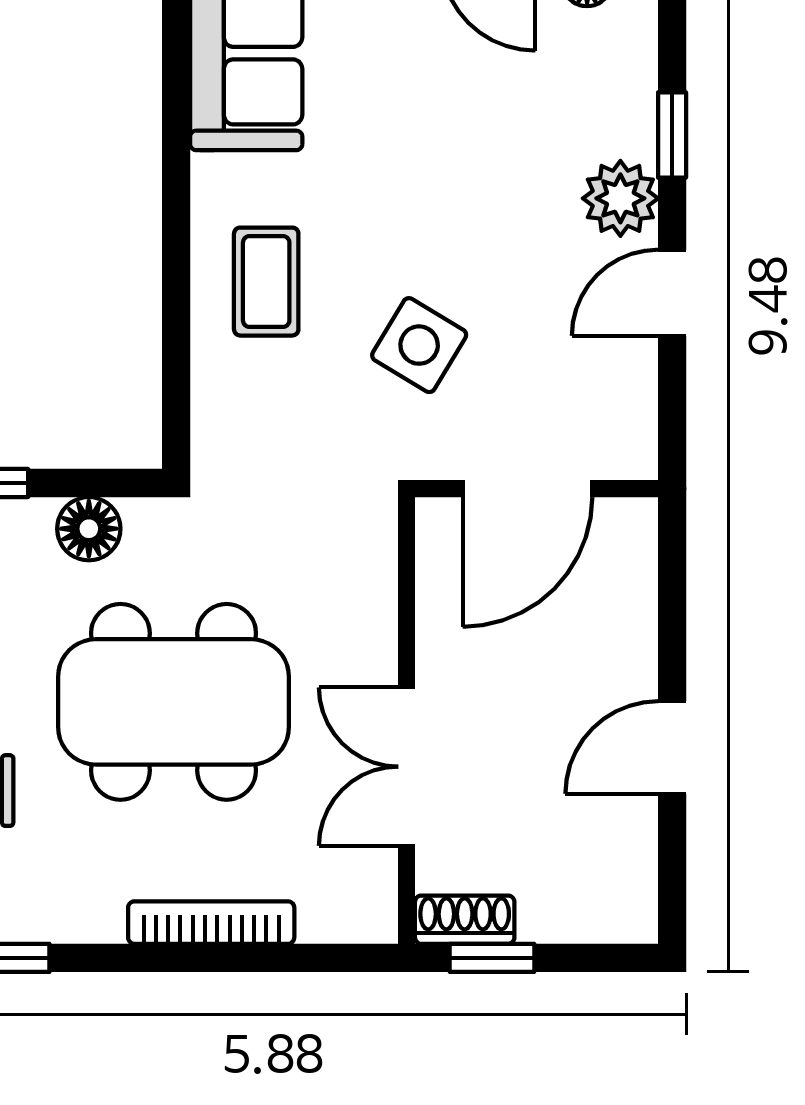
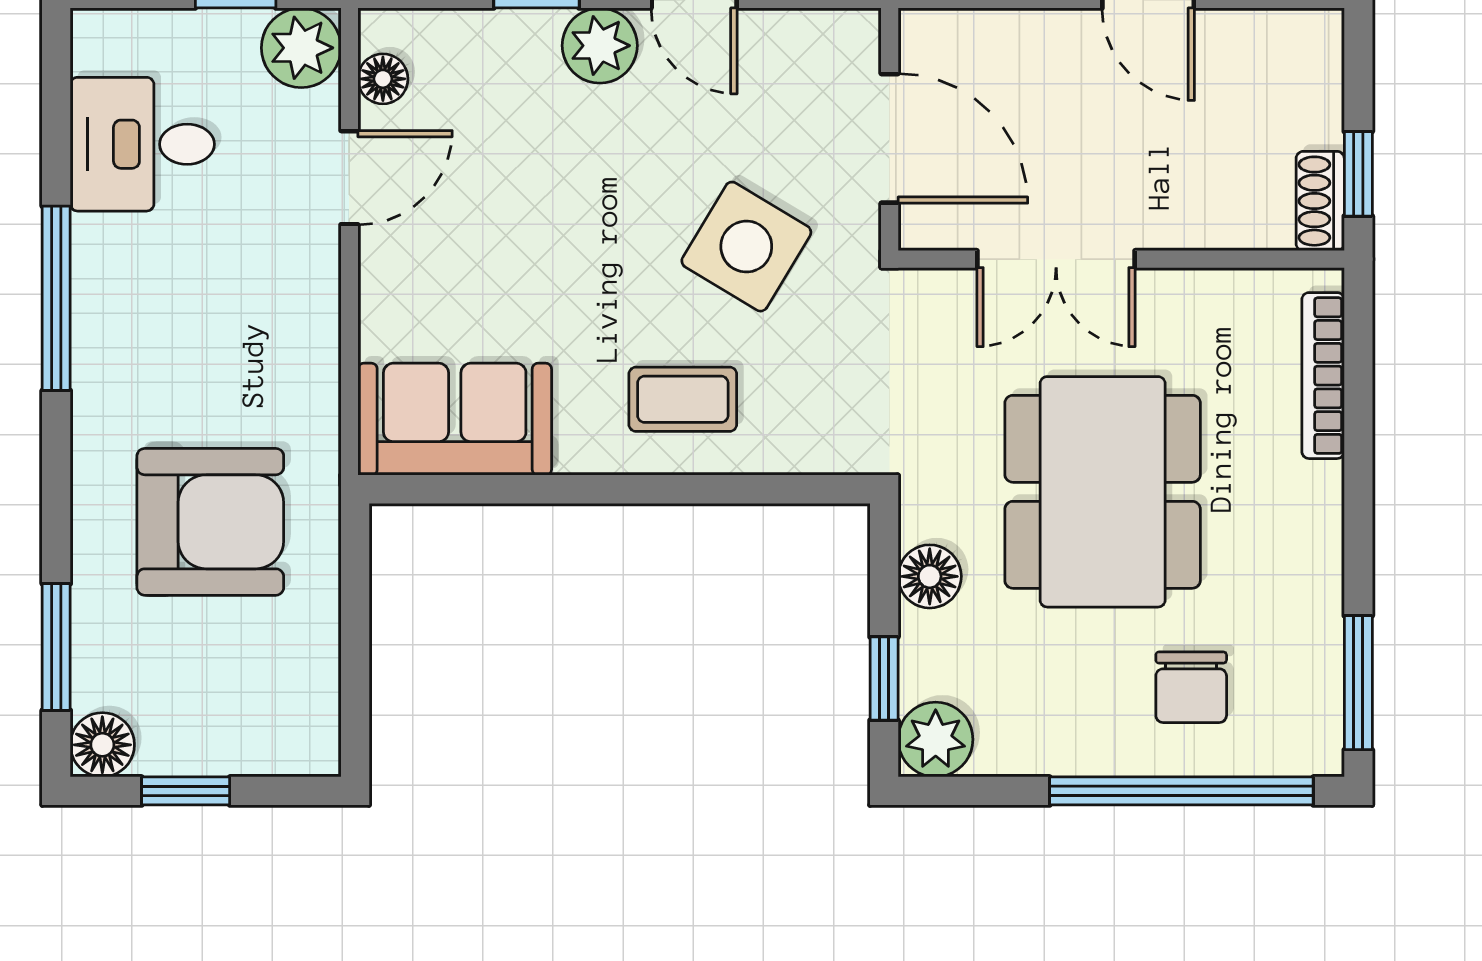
side table: (419, 345) -> (746, 247), width x1.37, depth x1.37
double door: (407, 767) -> (1056, 259), moved
bookcase: (211, 923) -> (1323, 376), moved

